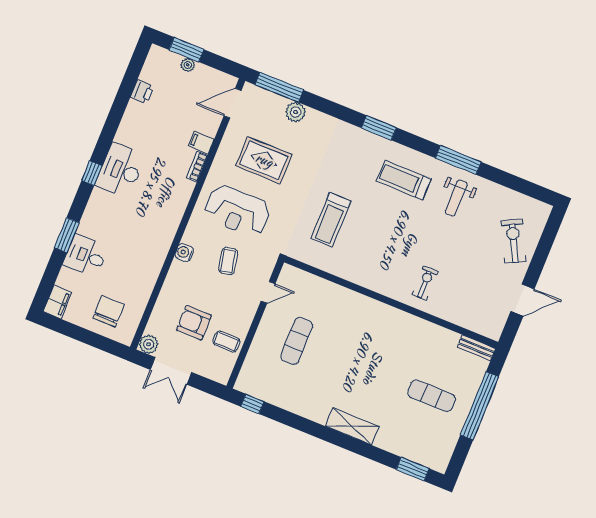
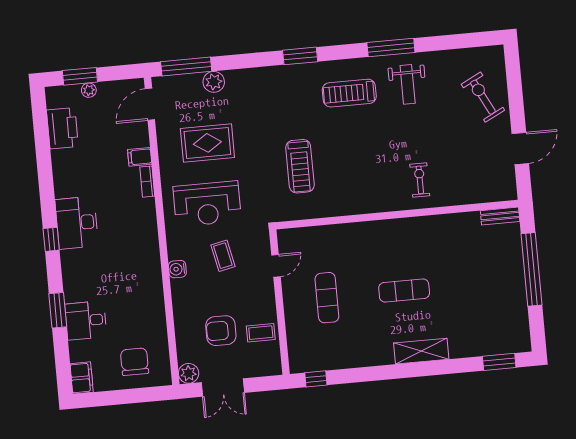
printer: (142, 92) -> (62, 128), width x1.87, depth x1.48
exercise mat: (432, 396) -> (404, 291), moved

